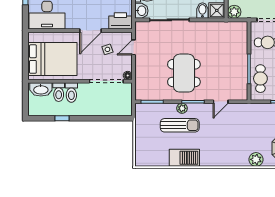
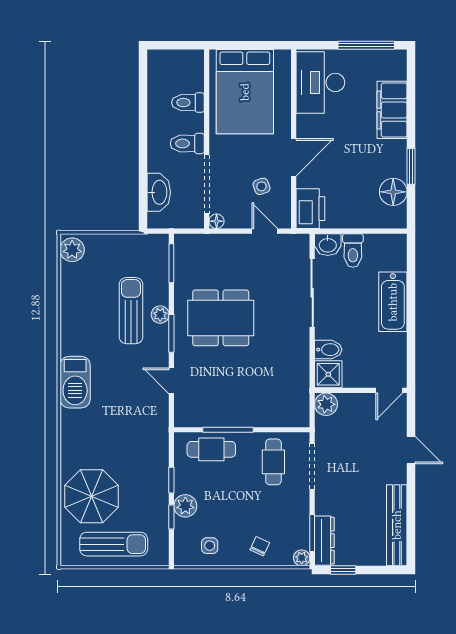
door: (91, 31) -> (294, 157), swing flipped
washbasin: (41, 89) -> (159, 192), moved, turned 180
toilet: (71, 93) -> (187, 143), moved
window: (62, 118) -> (143, 108), removed
sun lounger: (180, 125) -> (131, 311), turned 180
barbecue: (184, 158) -> (75, 382), moved
plant: (256, 159) -> (72, 250), moved

